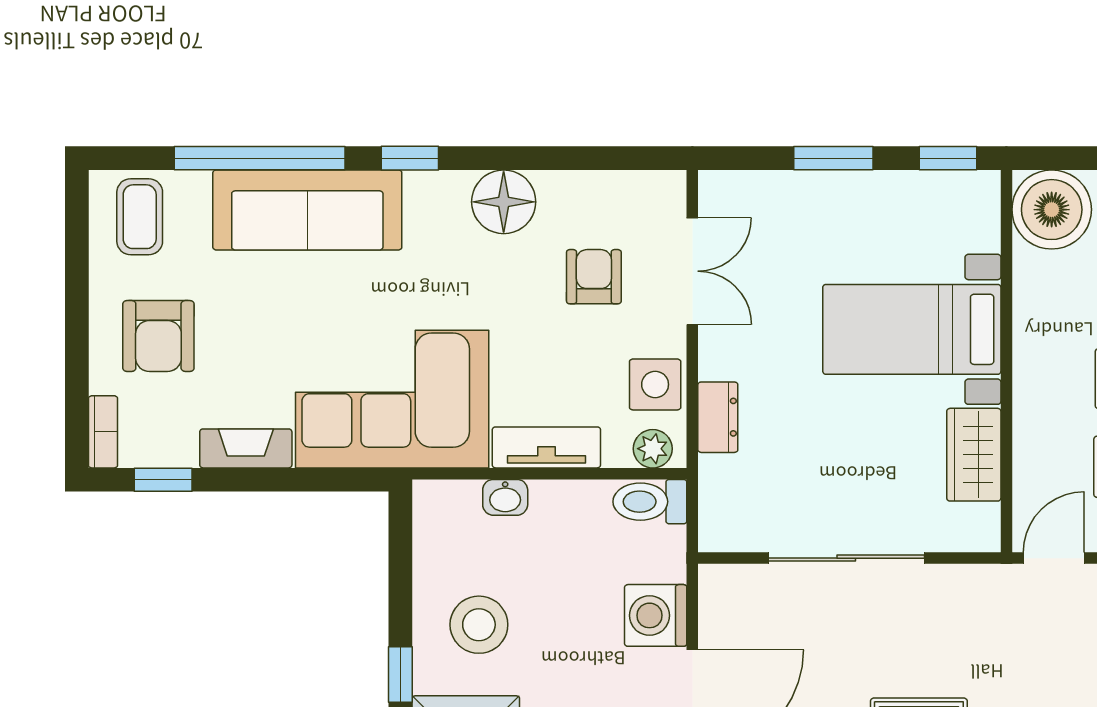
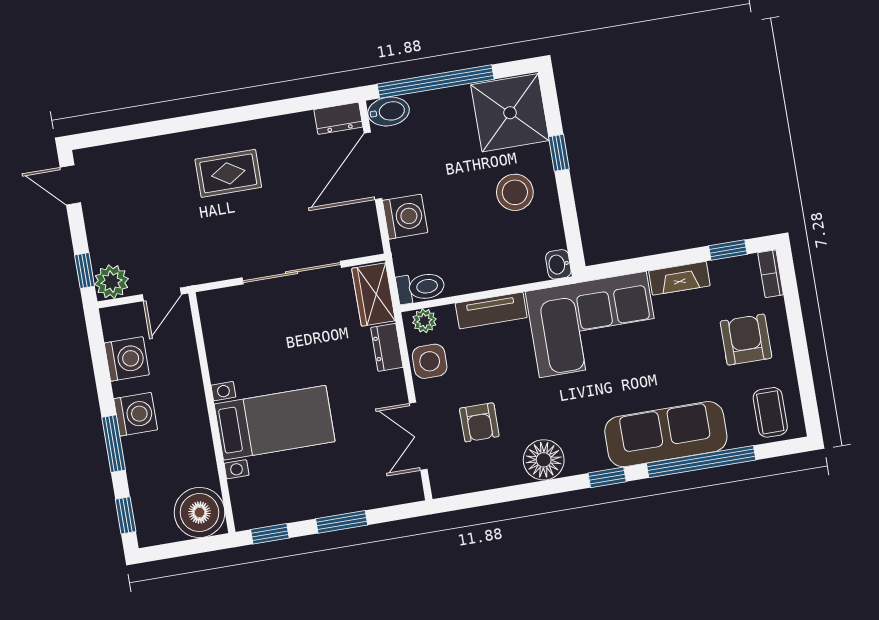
wardrobe: (974, 455) -> (374, 294), moved, turned 180
washbasin: (505, 497) -> (558, 264), moved, turned -90

